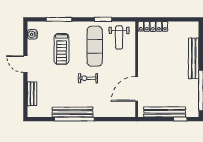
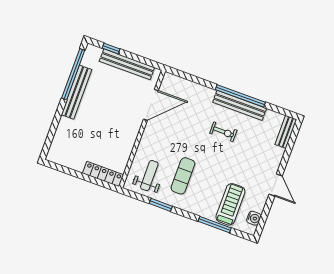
exercise mat: (95, 46) -> (183, 176), width x0.73, depth x0.69
treadmill: (61, 49) -> (230, 204), moved
bench: (194, 58) -> (77, 92), moved
exercise bike: (88, 78) -> (223, 132), moved
bench: (32, 94) -> (286, 132), moved

